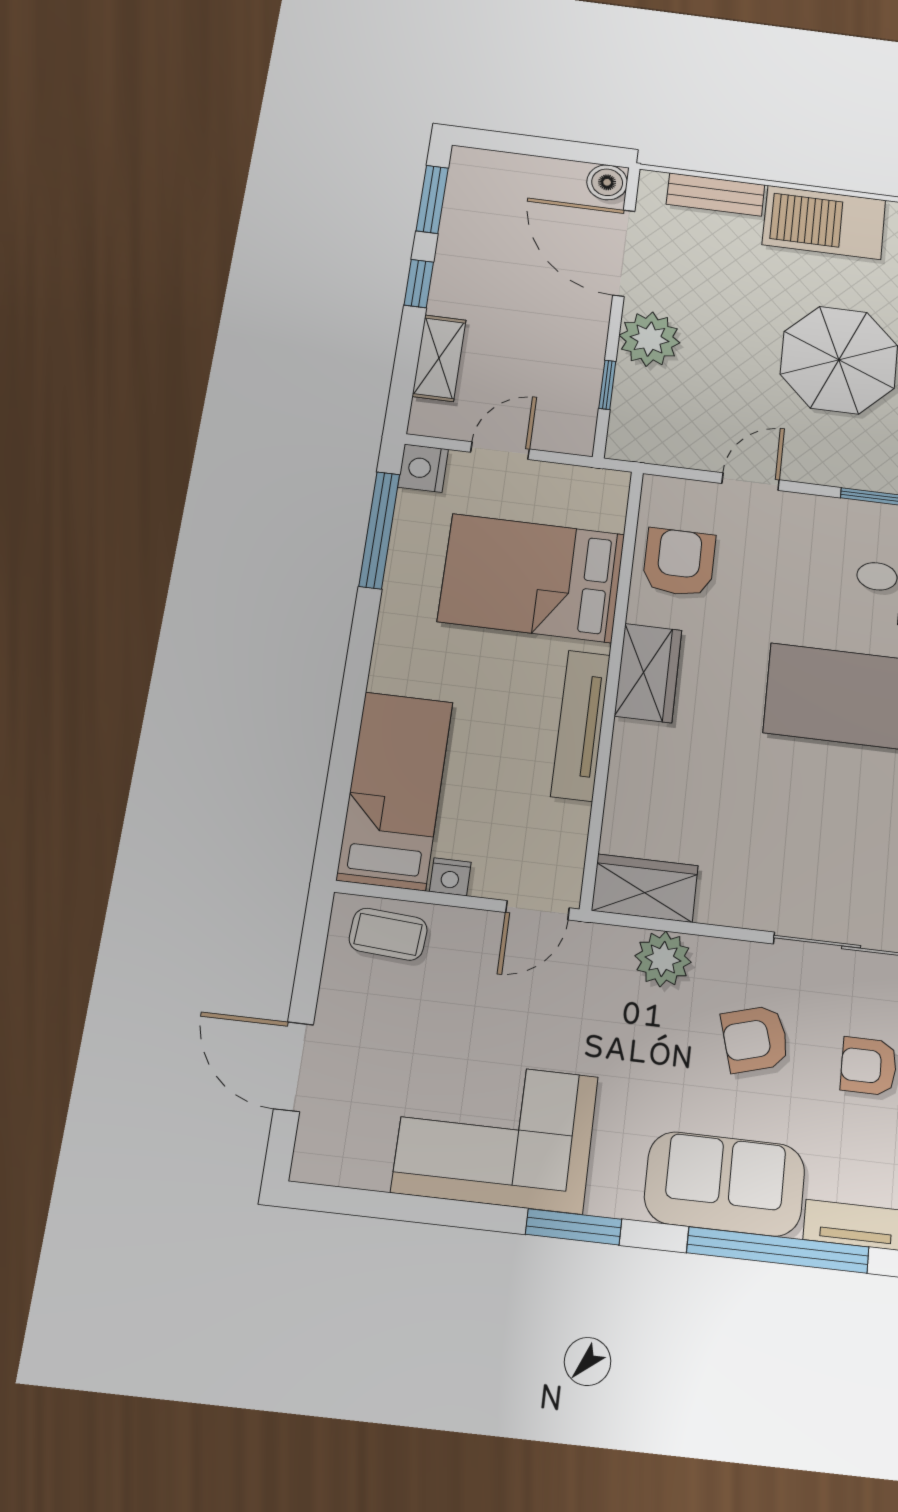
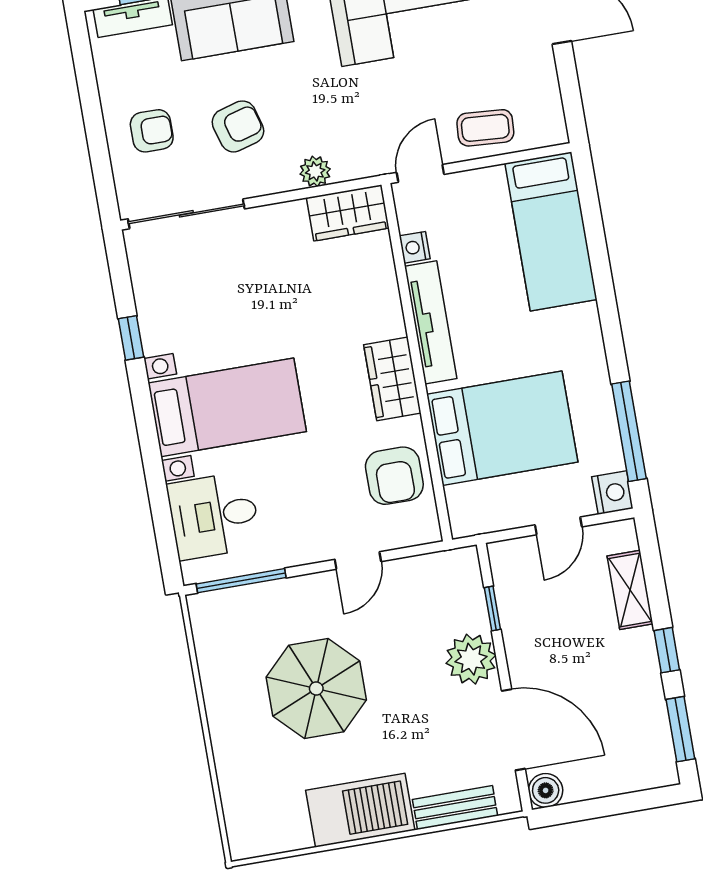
nightstand: (450, 877) -> (415, 247), moved, turned -90
coffee table: (388, 934) -> (485, 128), moved
plant: (663, 959) -> (315, 171), width x0.73, depth x0.73

